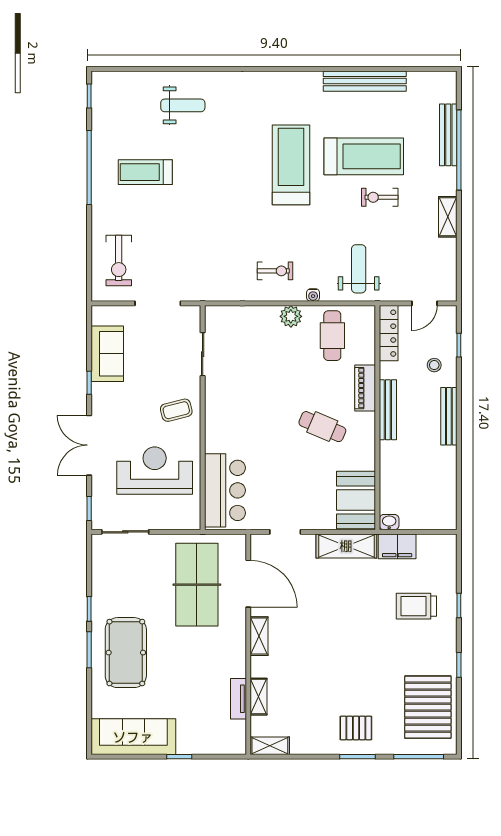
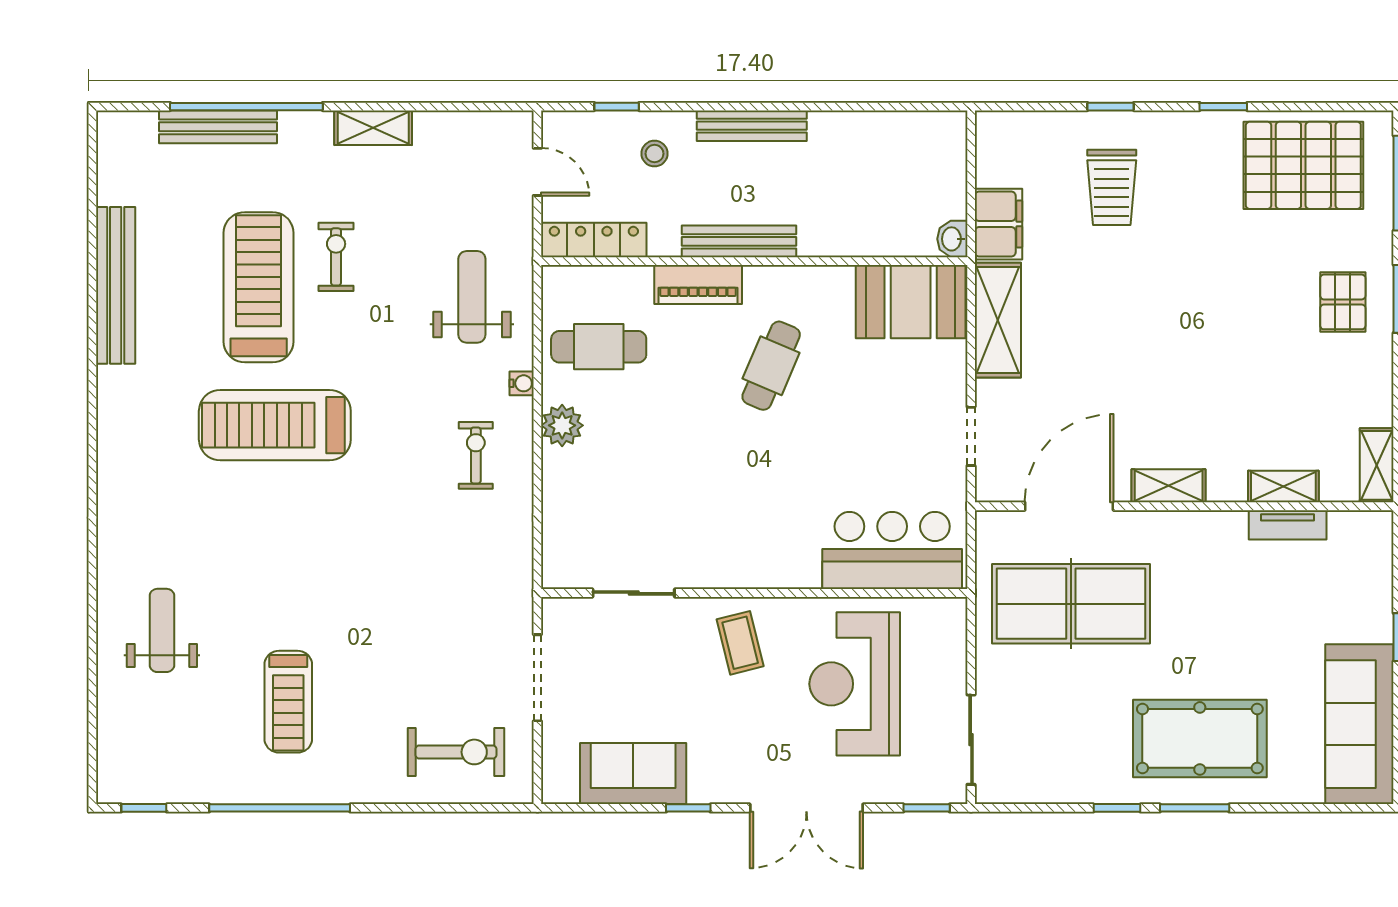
exercise bike: (380, 197) -> (336, 257), turned 180
weight bench: (359, 269) -> (472, 297), turned 90

